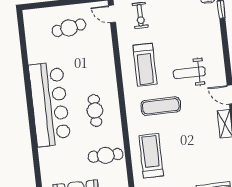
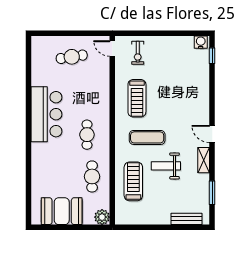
weight bench: (189, 73) -> (166, 166), moved
bar counter: (50, 104) -> (46, 114), width x0.73
cafe table: (106, 155) -> (92, 176), turned 90

